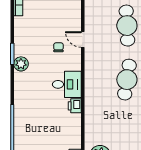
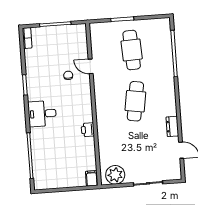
plant: (21, 64) -> (34, 94), removed
desk: (67, 84) -> (42, 114), moved, turned 180

